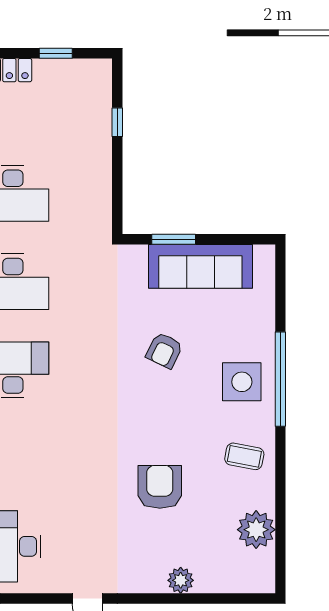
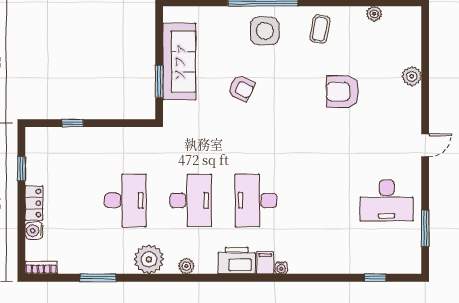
plant: (256, 530) -> (374, 14), width x0.53, depth x0.53

